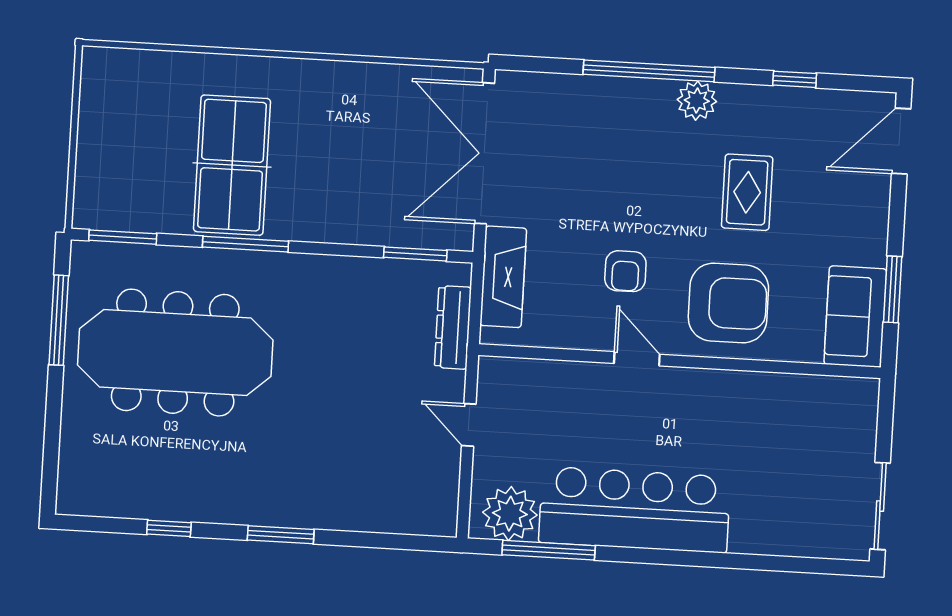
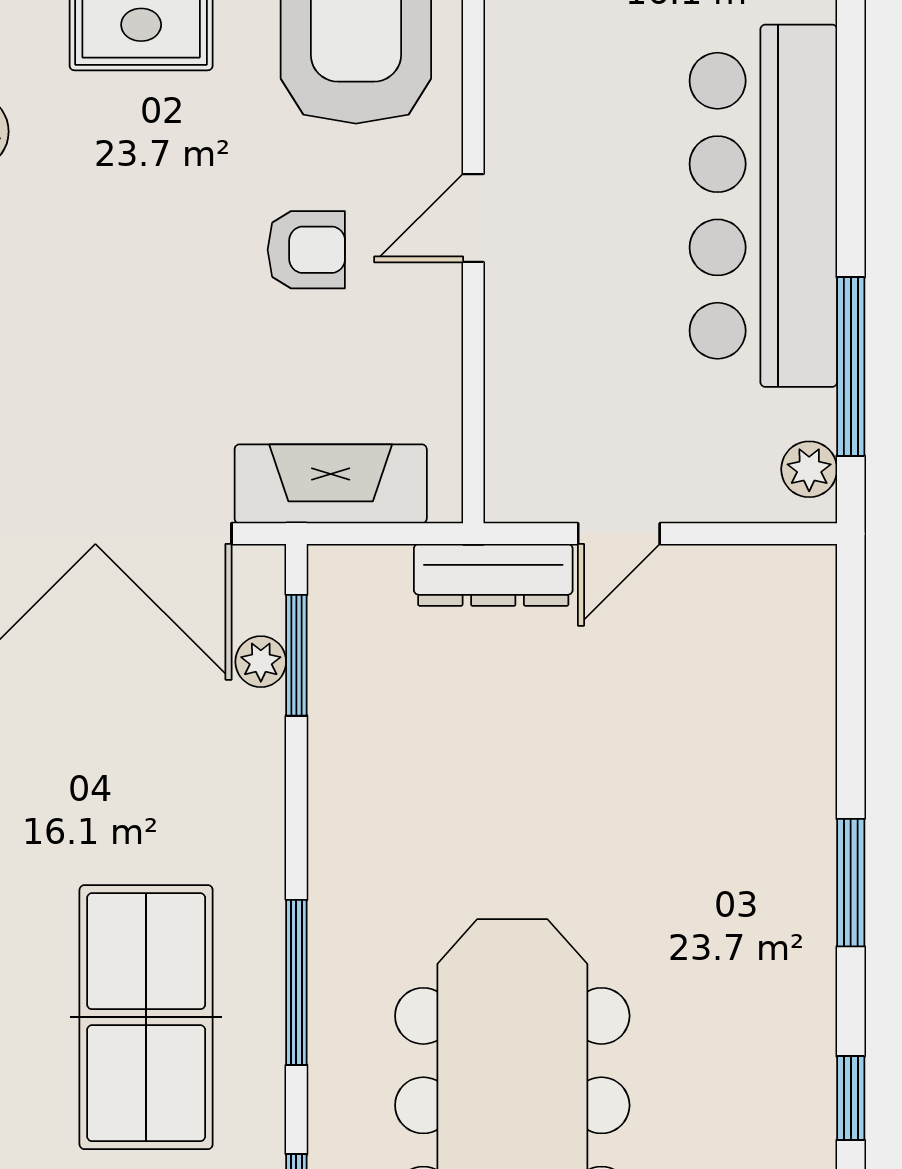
table tennis table: (232, 165) -> (146, 1017), turned 90
plant: (413, 235) -> (261, 662), added
dresser: (453, 327) -> (493, 575), moved
plant: (510, 514) -> (809, 469), width x0.53, depth x0.53

